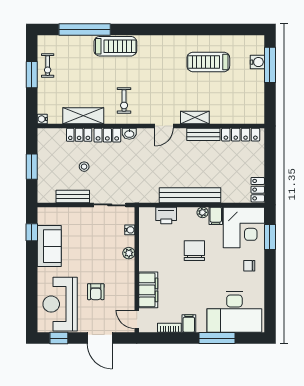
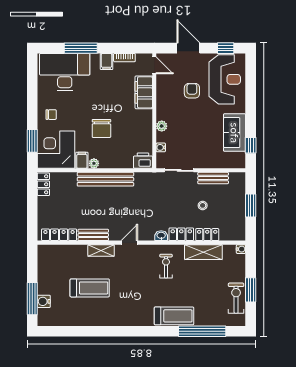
treadmill: (115, 46) -> (174, 316), turned 180
treadmill: (208, 62) -> (90, 288), moved
exercise bike: (48, 66) -> (236, 298), width x1.38, depth x1.39
printer: (166, 216) -> (143, 161), moved

